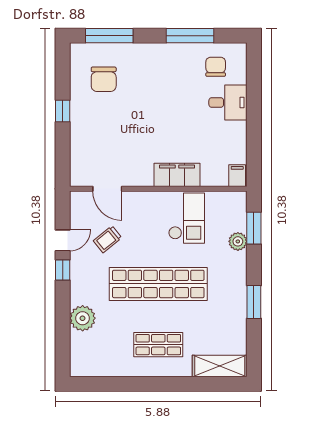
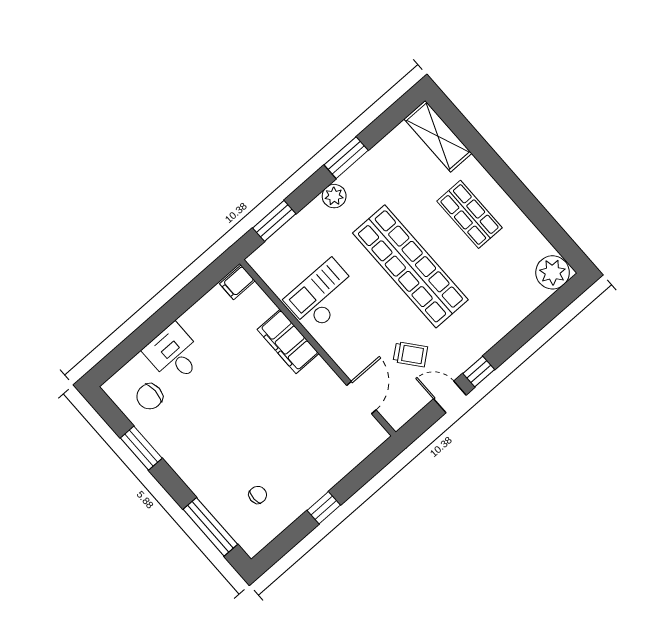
window: (190, 36) -> (141, 448), width x0.69
chair: (104, 79) -> (258, 495), width x0.54, depth x0.54
plant: (238, 241) -> (334, 196), moved
plant: (83, 318) -> (553, 272), moved

